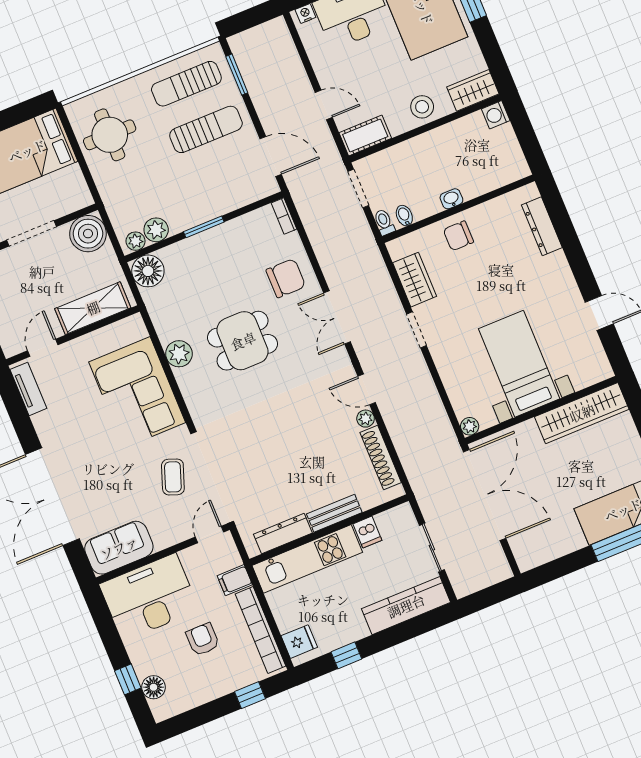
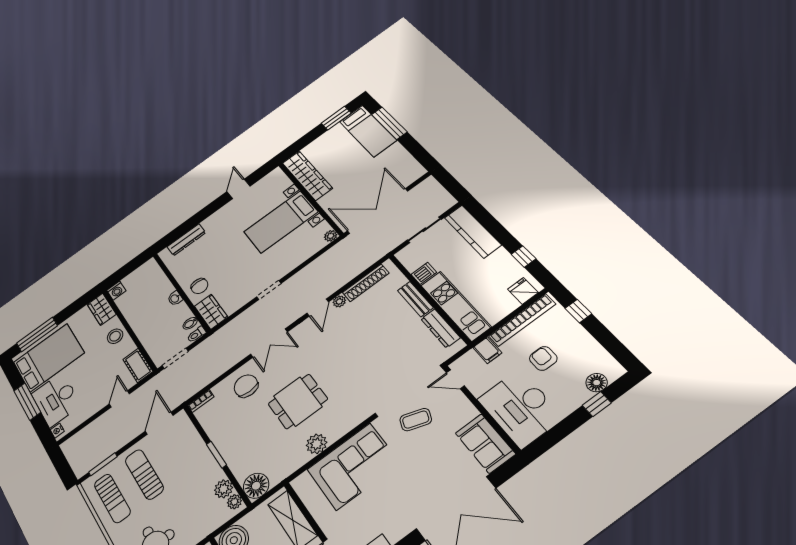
wardrobe: (415, 280) -> (211, 312), moved, turned 90
dining table: (243, 341) -> (298, 401), turned 90
armchair: (203, 639) -> (543, 358), turned 90

